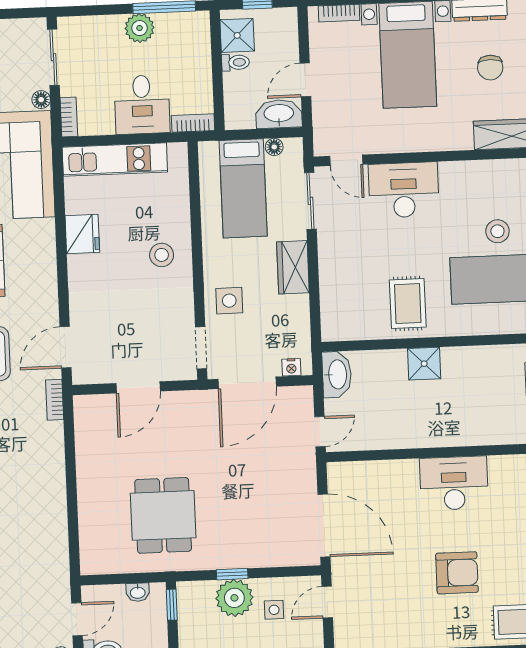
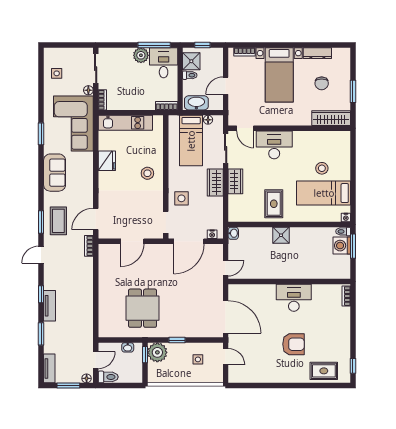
desk: (142, 105) -> (164, 63), moved, turned 180
washbasin: (279, 114) -> (196, 103), moved
wardrobe: (332, 264) -> (235, 181), added
washbasin: (337, 374) -> (233, 233), width x0.52, depth x0.69
plant: (234, 598) -> (157, 352), moved
door: (327, 602) -> (226, 357), swing flipped

